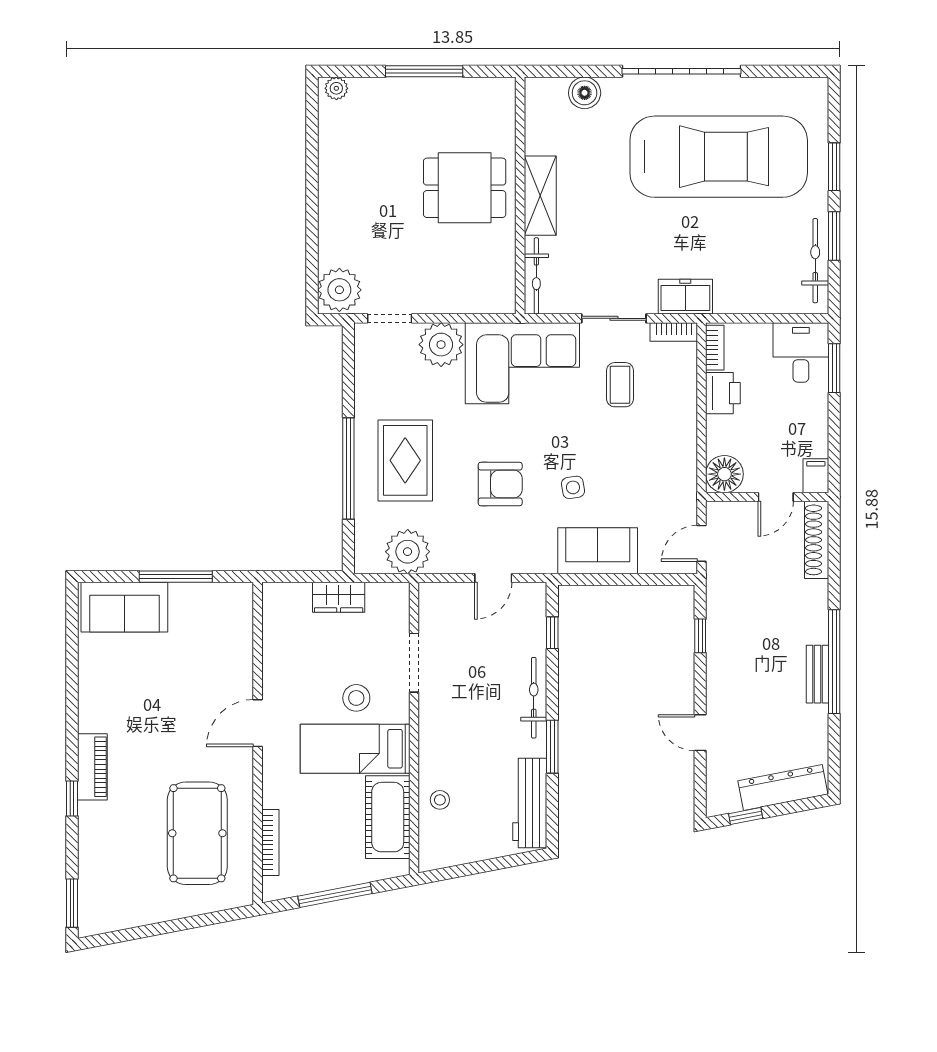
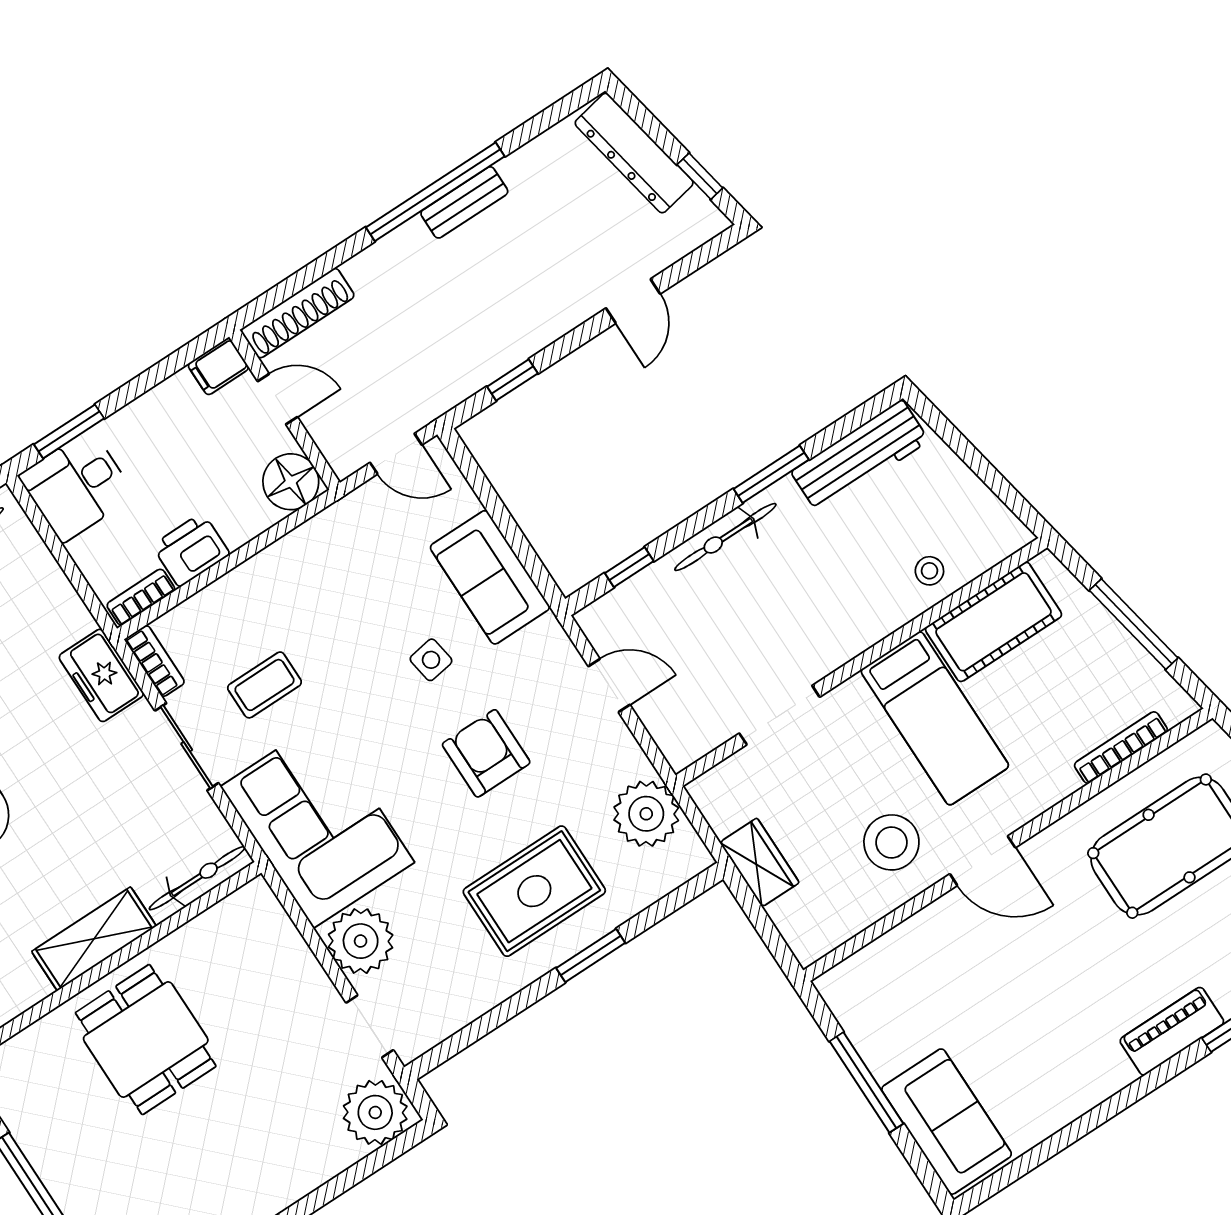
window: (348, 468) -> (591, 955), width x0.47
stool: (356, 698) -> (891, 842), moved, width x1.38, depth x1.38

